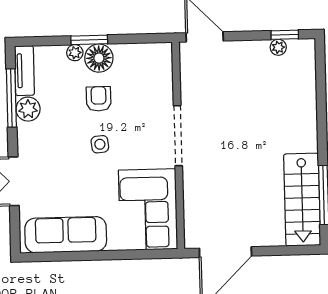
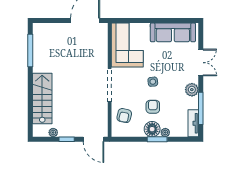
window: (285, 35) -> (67, 139), moved
armchair: (150, 81) -> (124, 116), added
armchair: (99, 99) -> (153, 107), turned 180
plant: (28, 109) -> (192, 90), moved
stairs: (302, 200) -> (42, 98), moved

